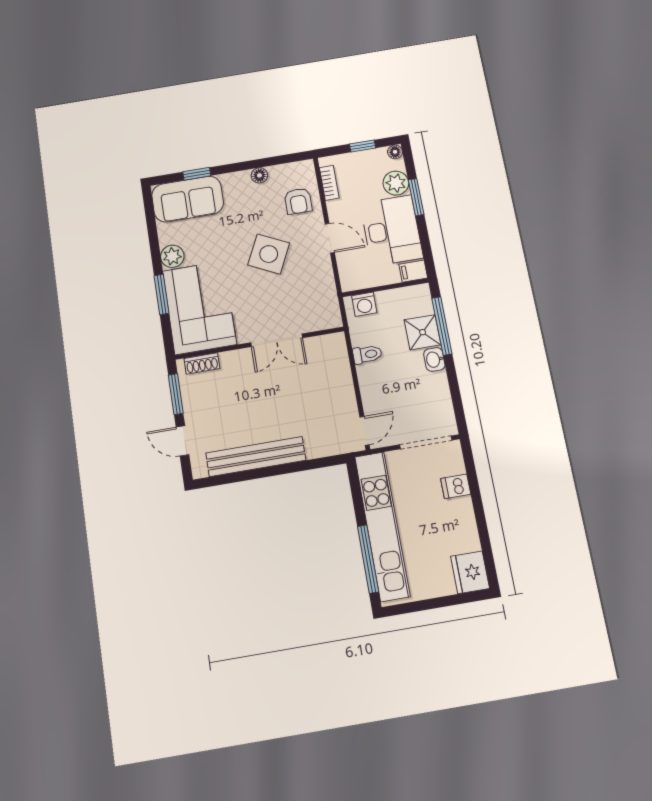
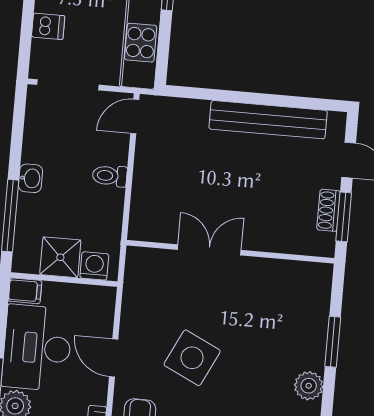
corner sofa: (199, 308) -> (291, 314), removed
shower: (423, 332) -> (60, 257), moved
toilet: (367, 354) -> (110, 176), moved
shoe rack: (202, 363) -> (329, 210), moved, turned -90

